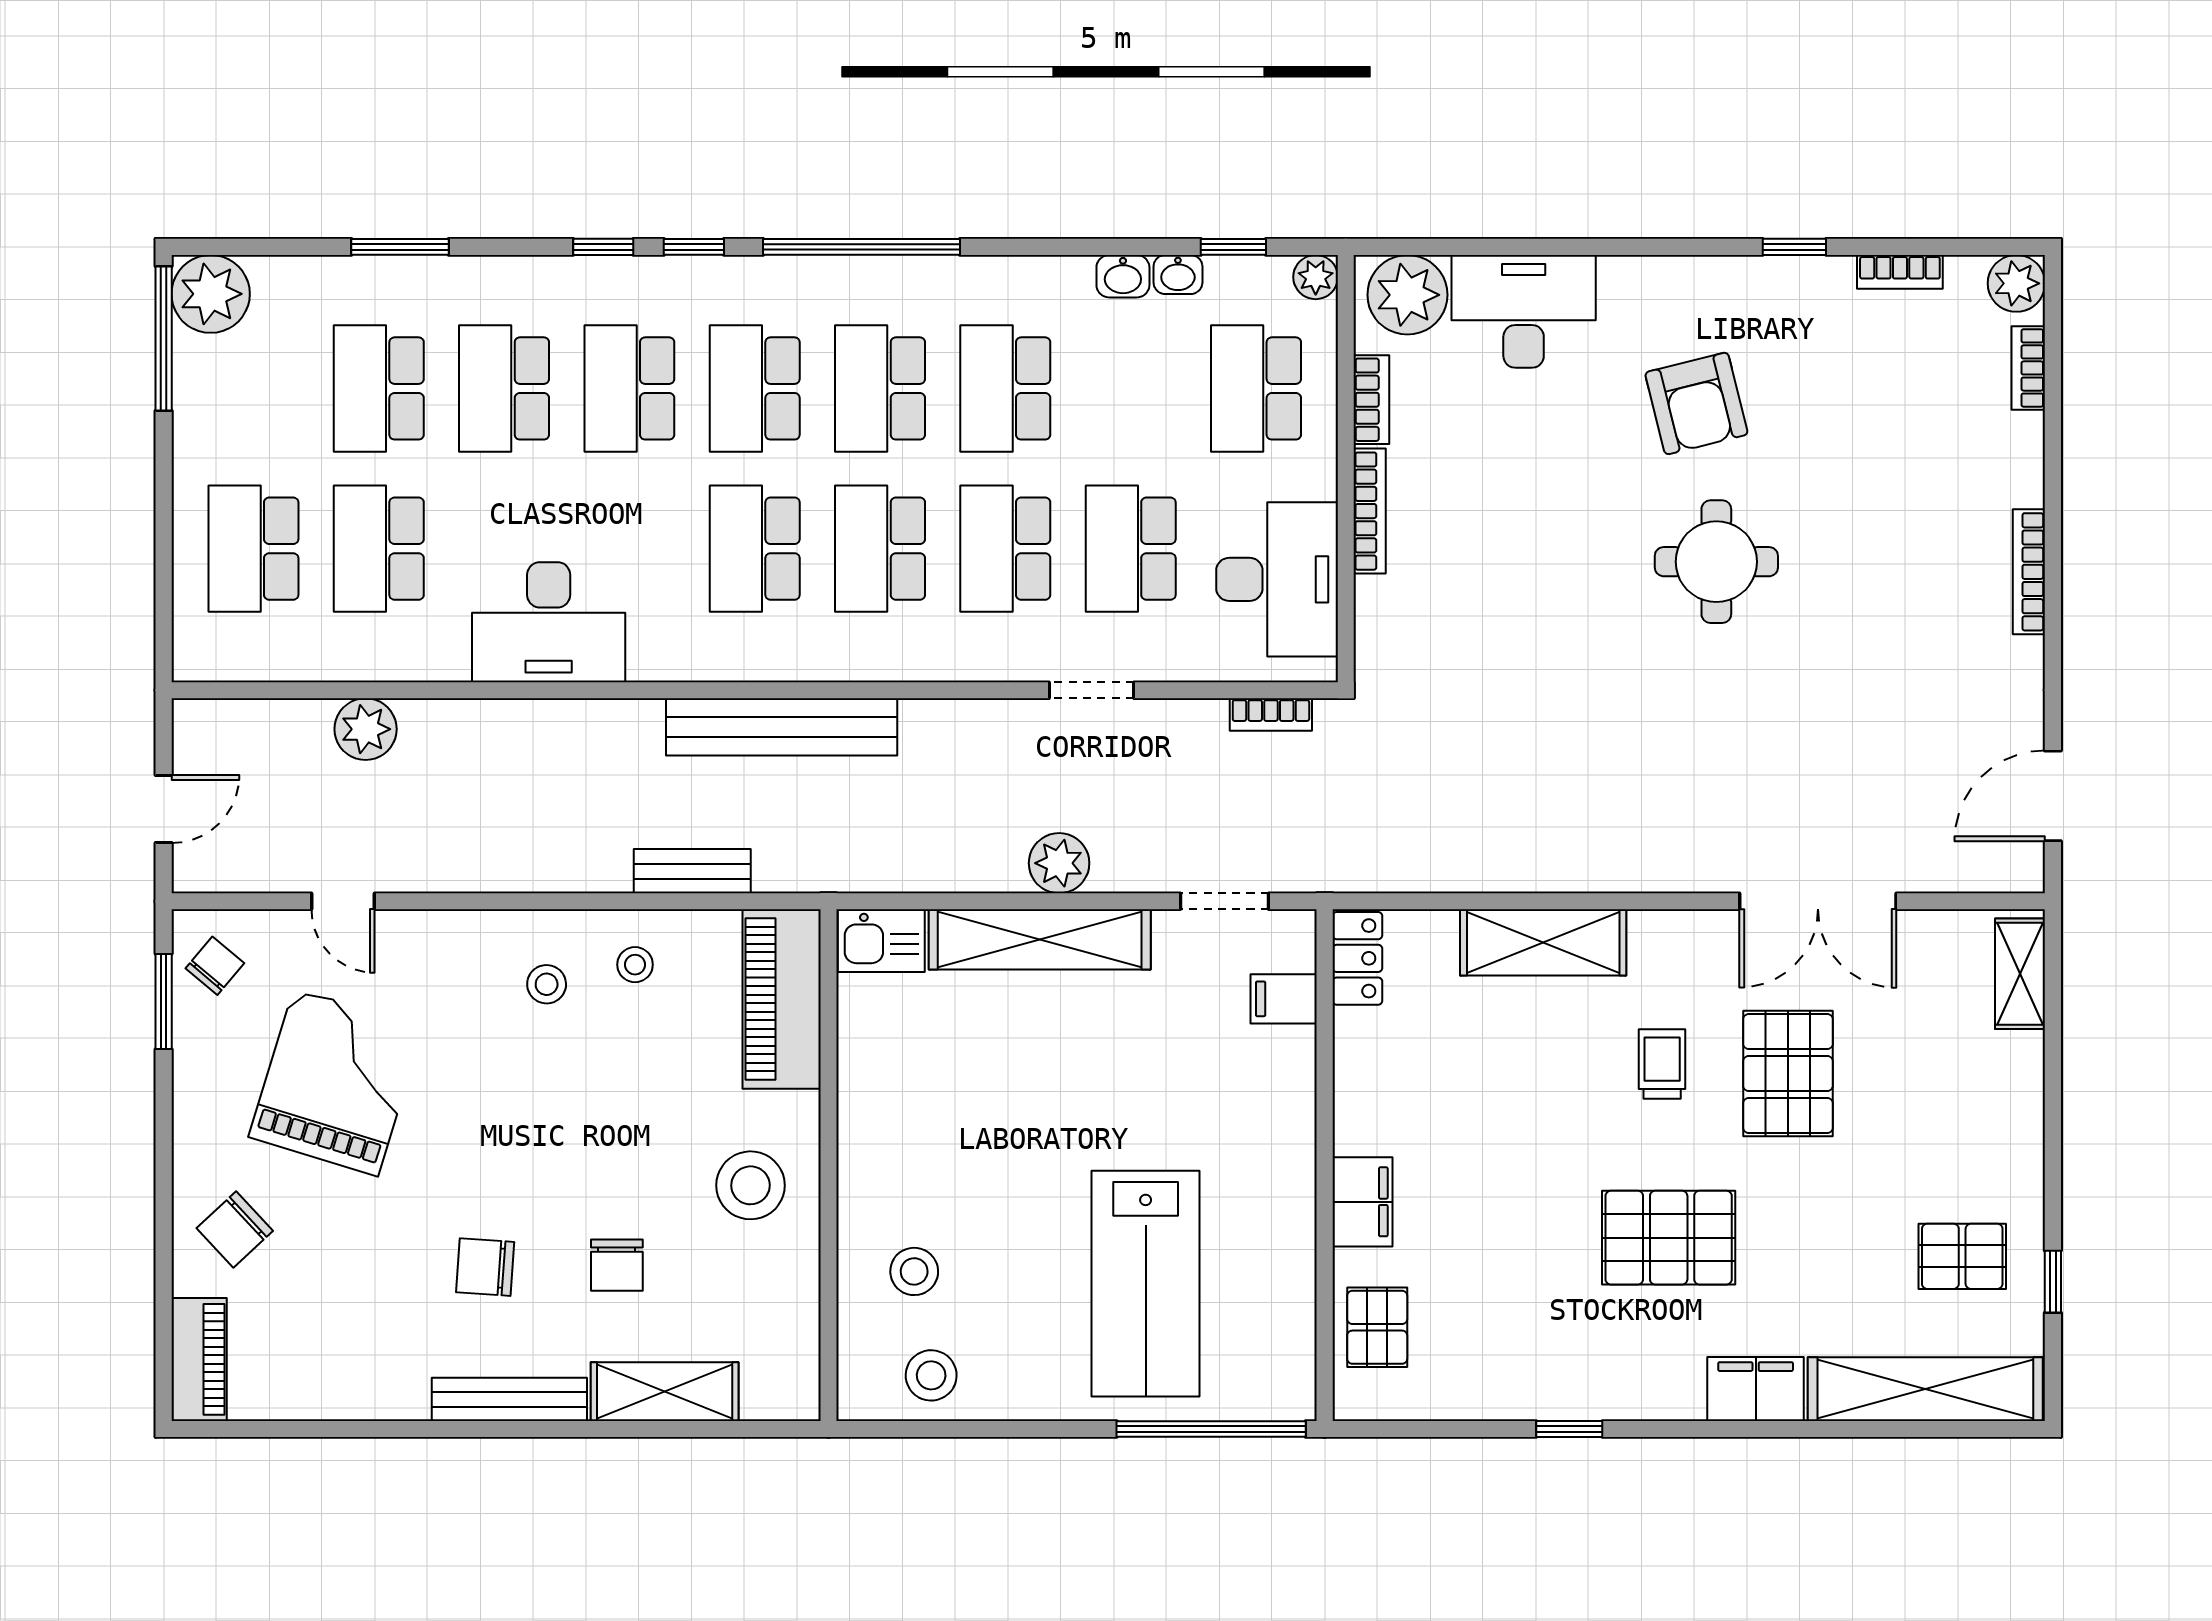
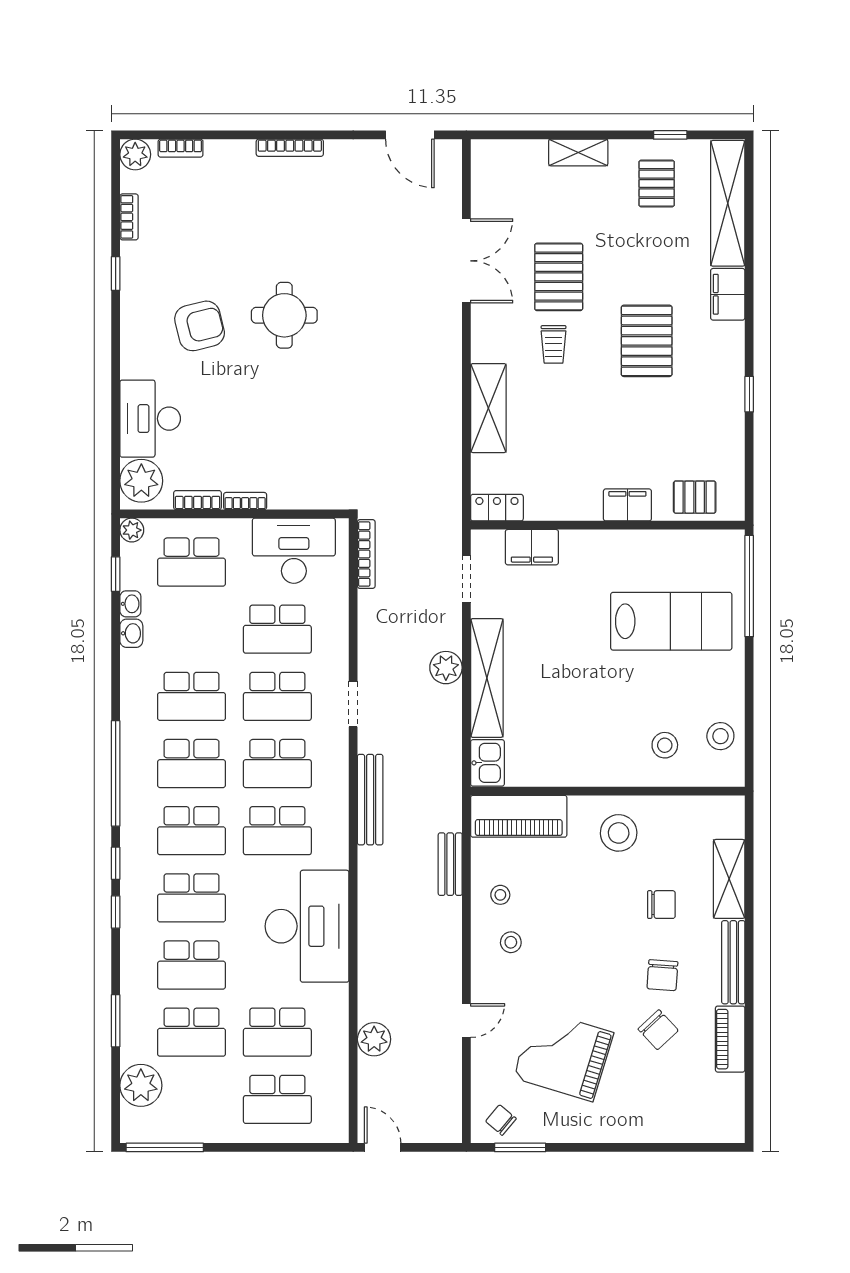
plant: (211, 294) -> (141, 1085), moved
bookcase: (1370, 511) -> (245, 501), width x0.64
desk: (549, 622) -> (307, 926), width x1.36, depth x1.30
doorway: (1092, 690) -> (353, 704), moved
bookcase: (1271, 714) -> (366, 554), width x1.56
bench: (782, 727) -> (370, 800), width x0.73, depth x0.82
door: (164, 809) -> (383, 1147), moved
door: (343, 901) -> (466, 1021), moved
shelving: (2020, 974) -> (578, 152), moved
filing cabinet: (1284, 999) -> (532, 547), width x2.00
trolley: (1662, 1064) -> (554, 344), turned -90
pallet: (1788, 1074) -> (559, 277), turned 90
chair: (235, 1229) -> (658, 1030), moved
piano: (199, 1359) -> (730, 1039), moved, turned -90

